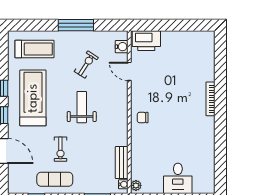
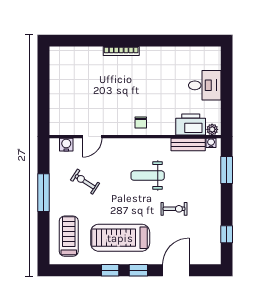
printer: (146, 41) -> (191, 125), moved, turned -90
weight bench: (82, 107) -> (148, 176), moved
exercise mat: (55, 179) -> (206, 215), removed

